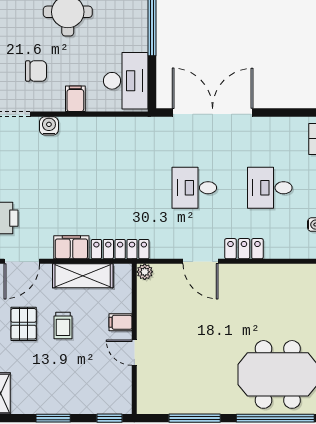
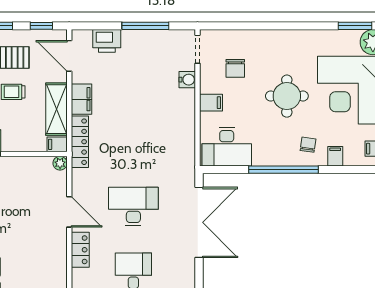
desk: (194, 188) -> (133, 206), width x1.37
door: (200, 261) -> (69, 212), swing flipped
filing cabinet: (120, 322) -> (57, 144), moved, turned -90

